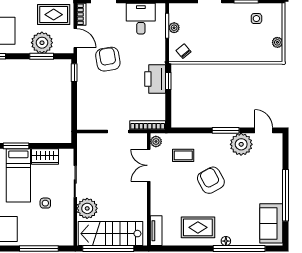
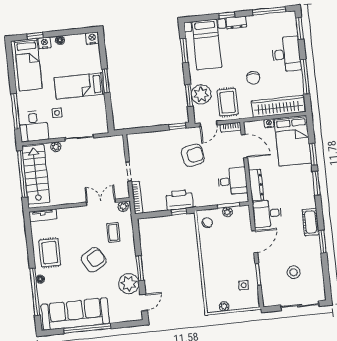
wardrobe: (45, 157) -> (99, 108), removed
plant: (87, 208) -> (56, 147), width x0.53, depth x0.53
sofa: (271, 223) -> (75, 314), width x1.85, depth x1.27
desk: (57, 230) -> (34, 126), added

